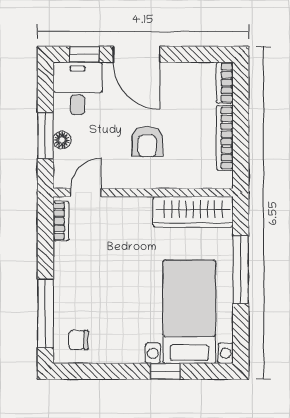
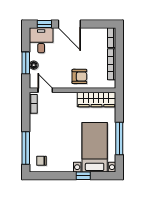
armchair: (147, 141) -> (79, 76), moved, turned -90
door: (86, 192) -> (45, 90), hinge flipped
window: (241, 270) -> (119, 138), moved

